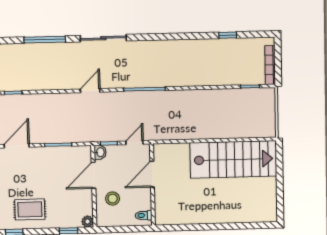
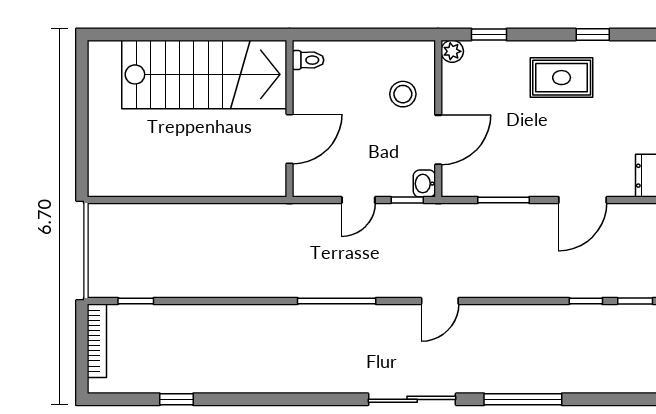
stairs: (233, 159) -> (204, 74), moved, turned 180
door: (152, 174) -> (289, 139), moved
wall: (152, 185) -> (289, 119), moved
toilet: (144, 215) -> (308, 60), moved

